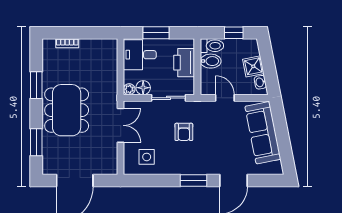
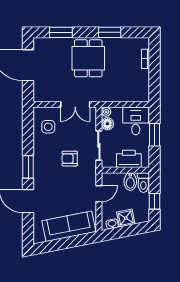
dining table: (67, 110) -> (88, 58), width x0.73

